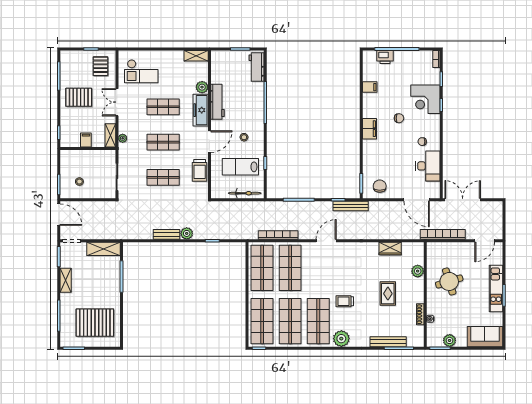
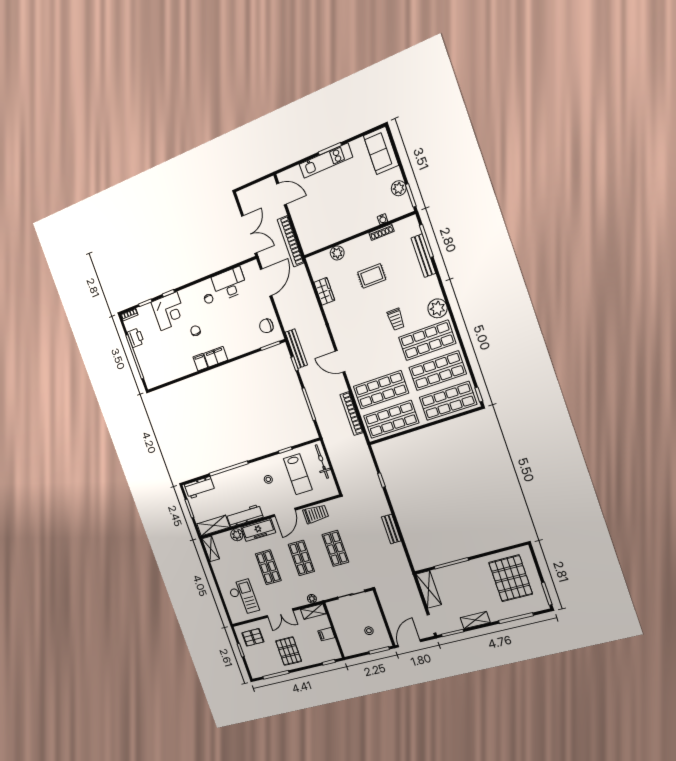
printer: (385, 57) -> (136, 338), moved
shelving: (217, 67) -> (213, 526), added
filing cabinet: (370, 87) -> (200, 362), moved
door: (209, 142) -> (285, 512), swing flipped
double door: (463, 200) -> (249, 234), swing flipped
plant: (187, 233) -> (383, 509), removed
round table: (449, 281) -> (336, 215), removed

